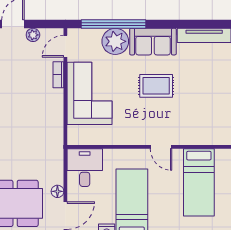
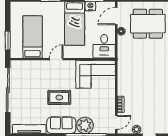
corner sofa: (89, 93) -> (96, 74), moved, turned -90
door: (161, 147) -> (56, 59), hinge flipped

